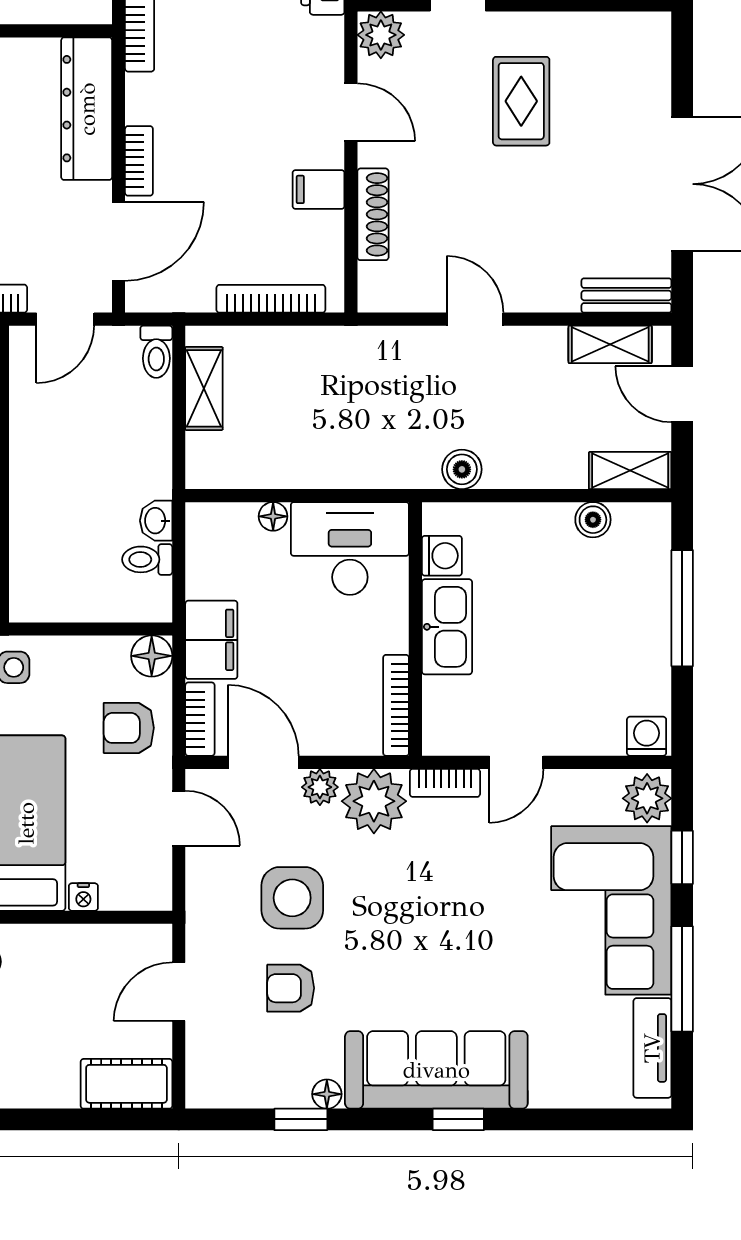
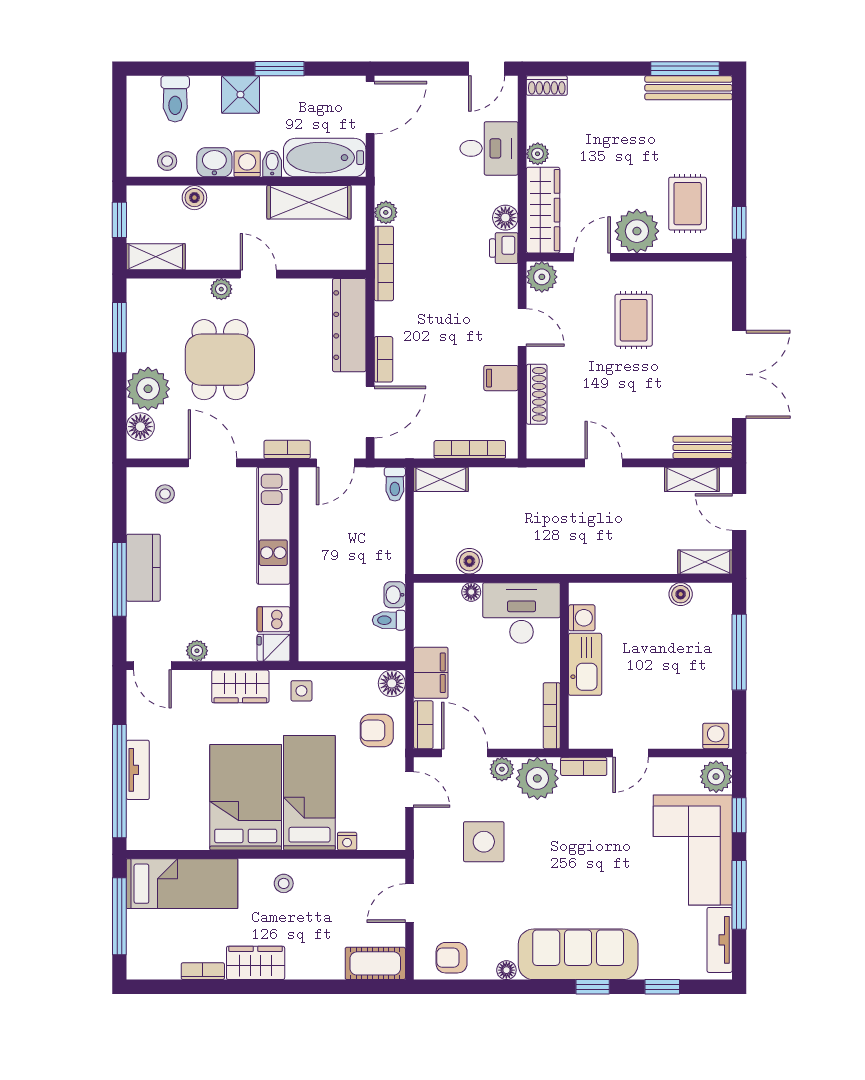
shelving: (204, 388) -> (441, 479), moved, turned 90
boiler: (462, 469) -> (469, 561), moved
armchair: (291, 988) -> (452, 958), moved
window: (301, 1119) -> (662, 987), moved

